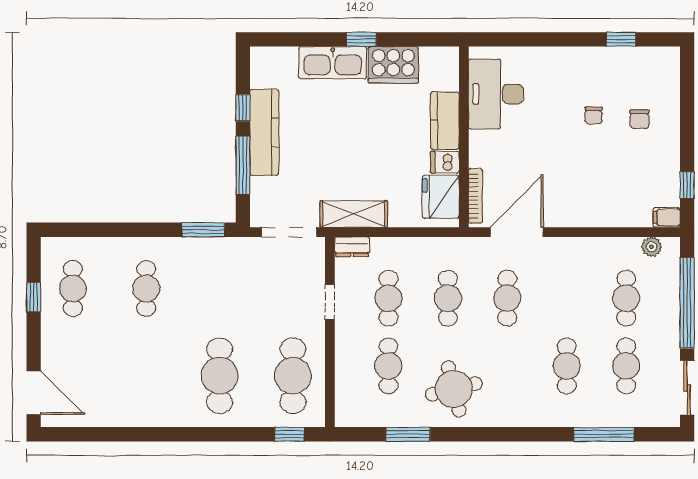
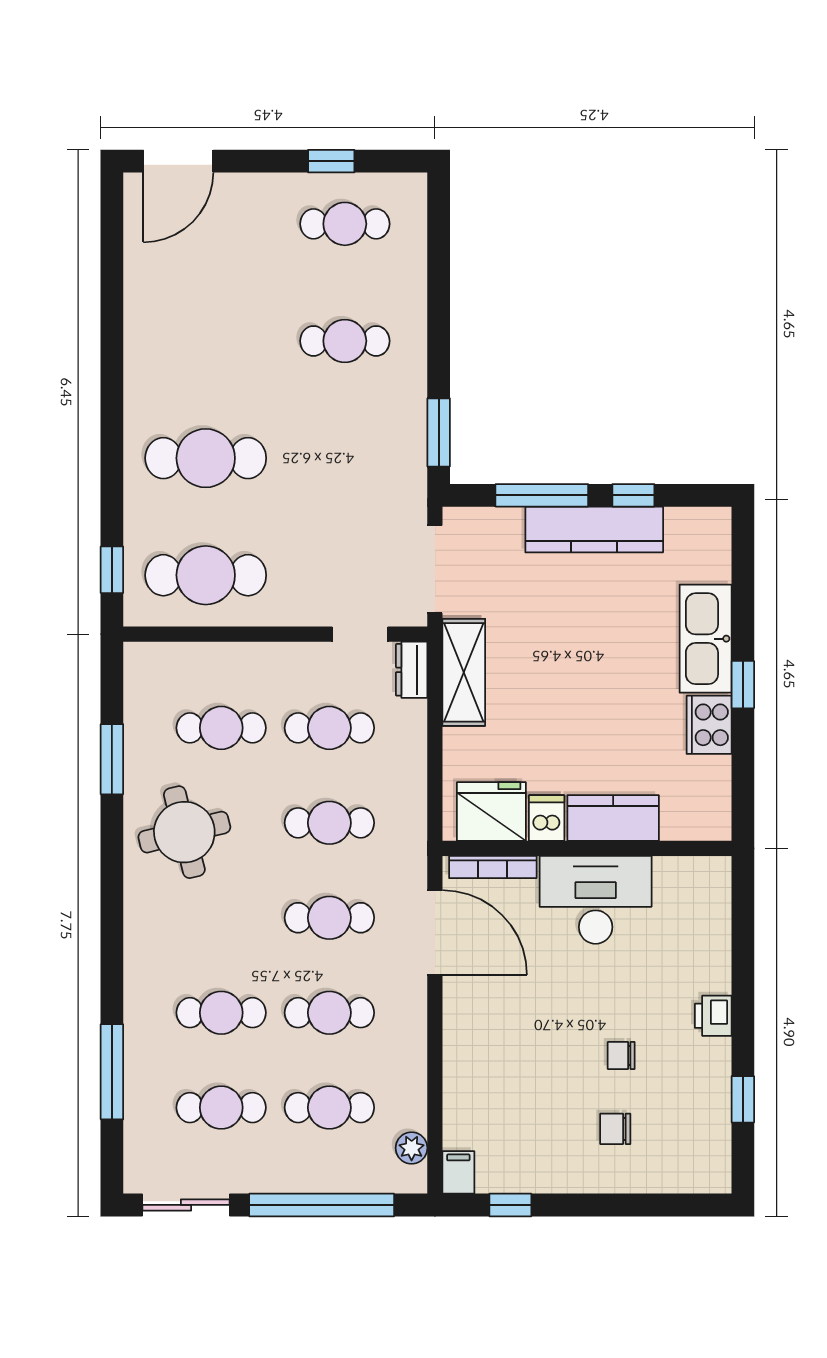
printer: (569, 58) -> (713, 1016), added
cooker: (393, 65) -> (709, 725), width x0.73, depth x0.76
desk: (496, 94) -> (596, 900), moved
cafe table: (567, 298) -> (329, 1013), added
doorway: (330, 302) -> (360, 634), moved

